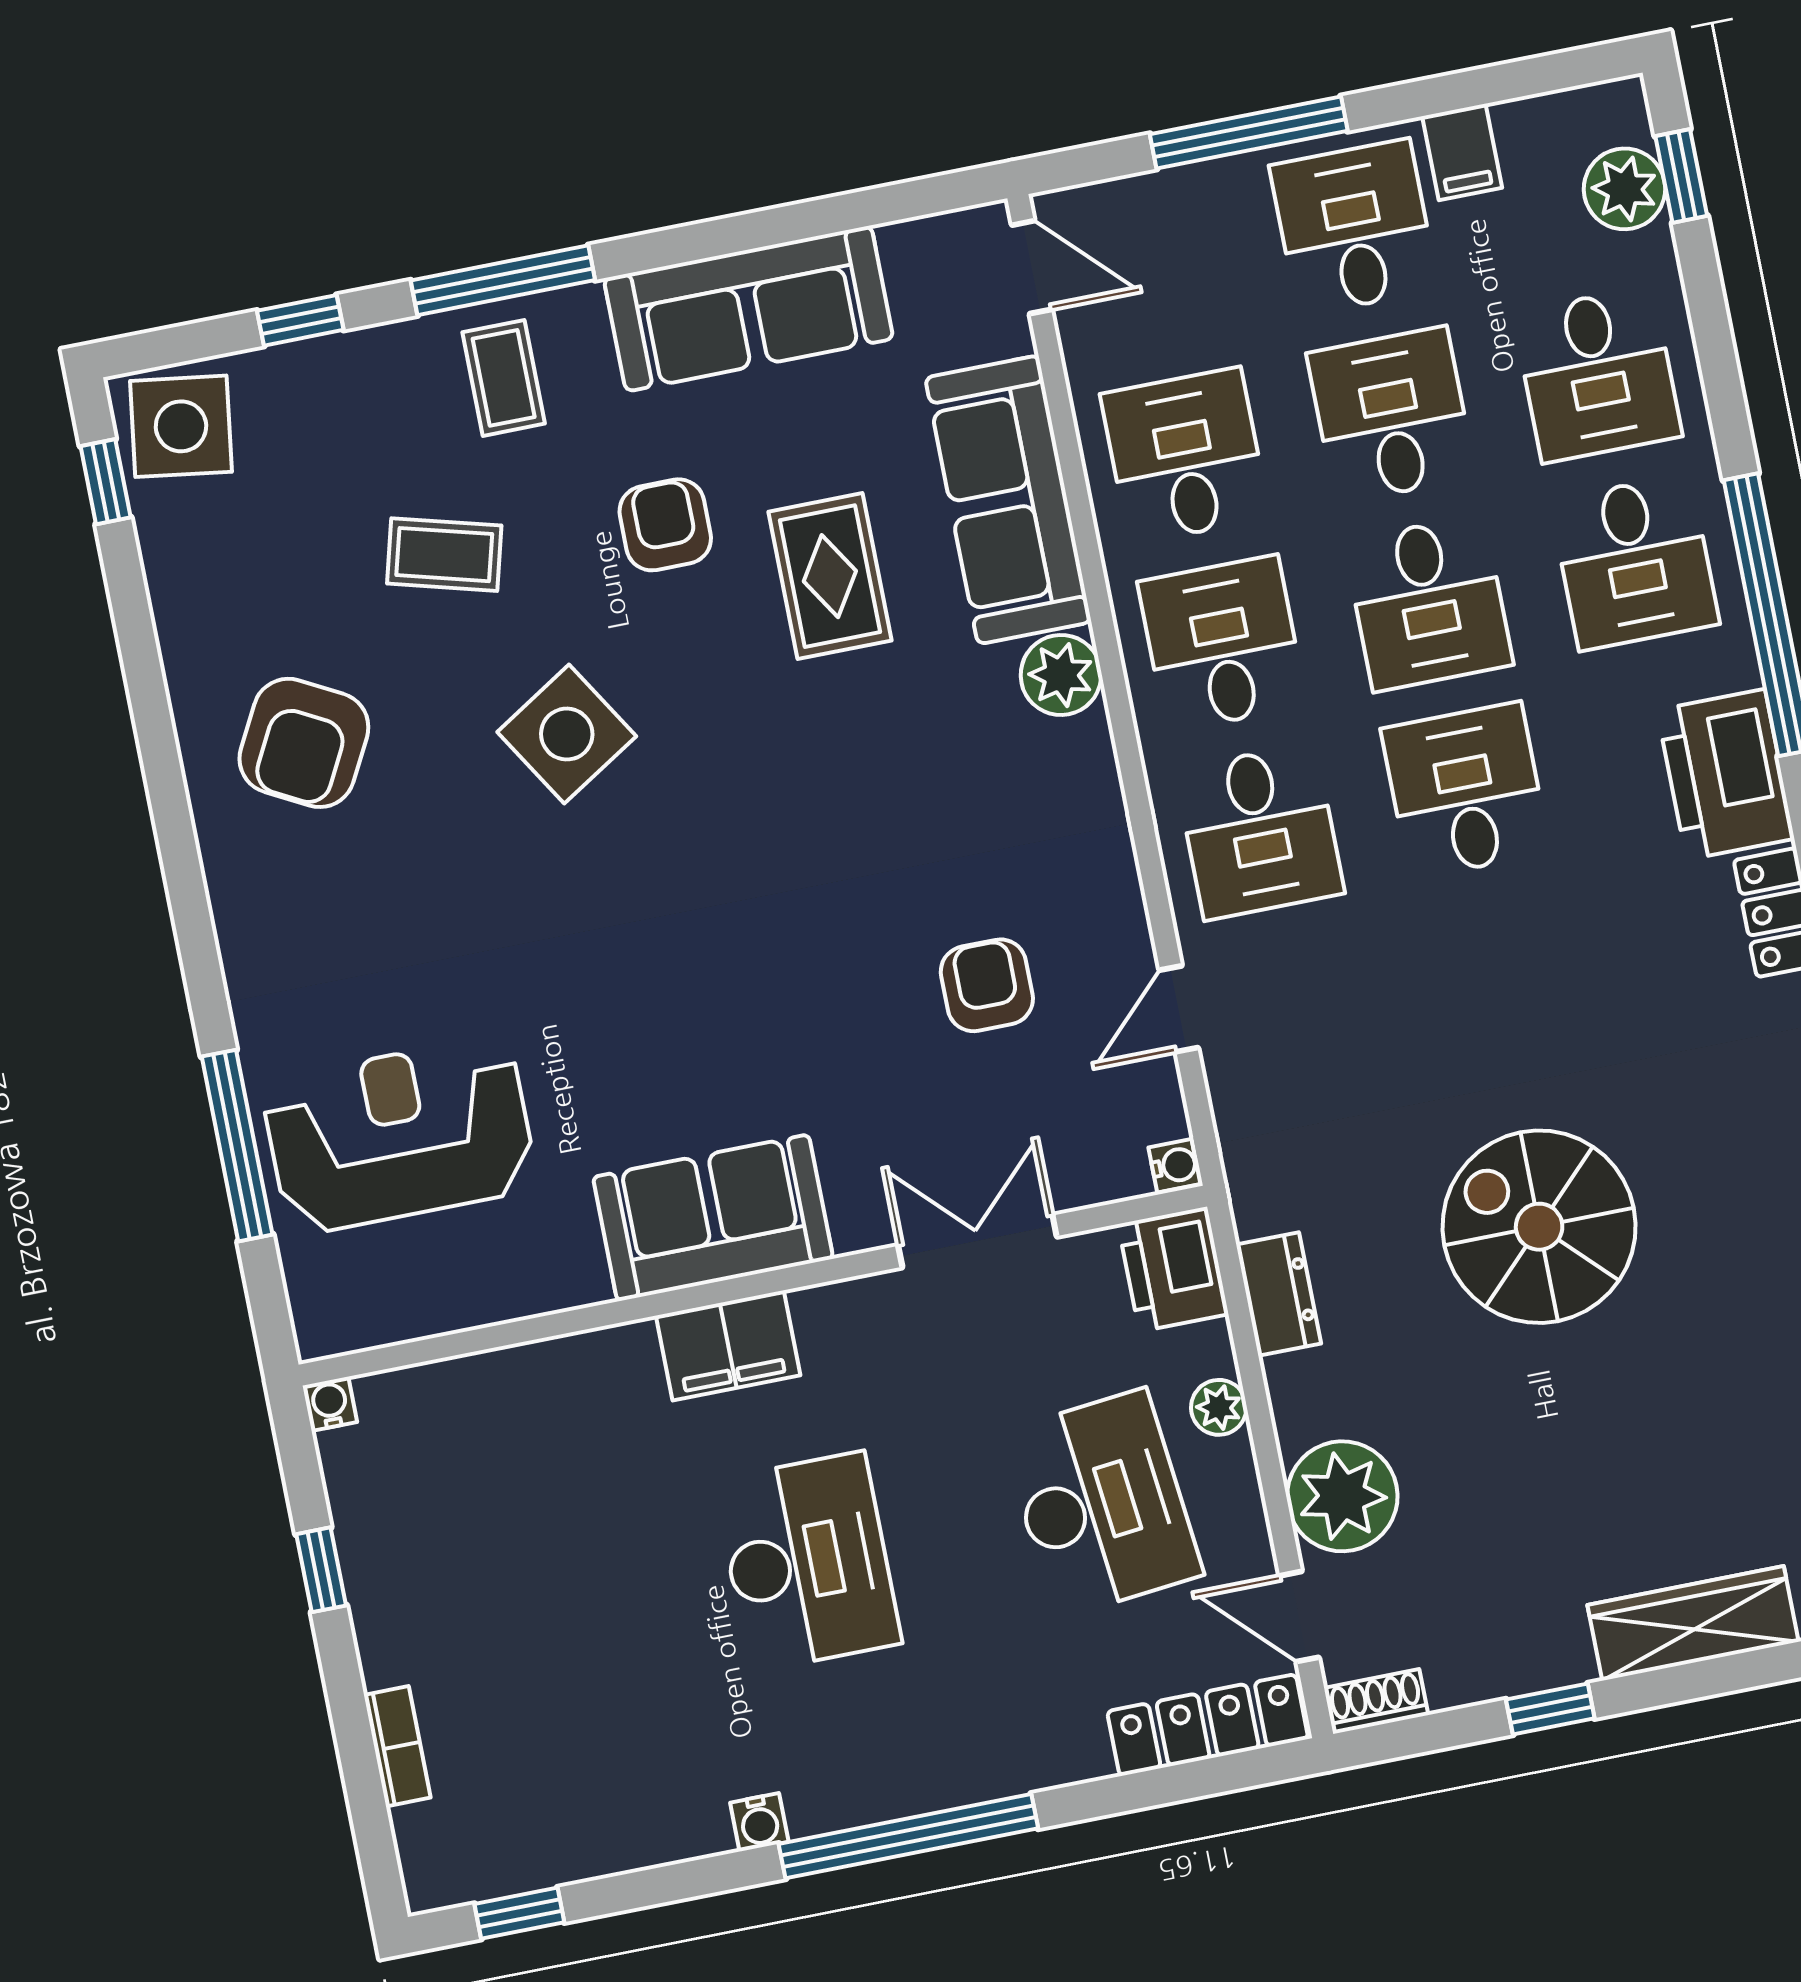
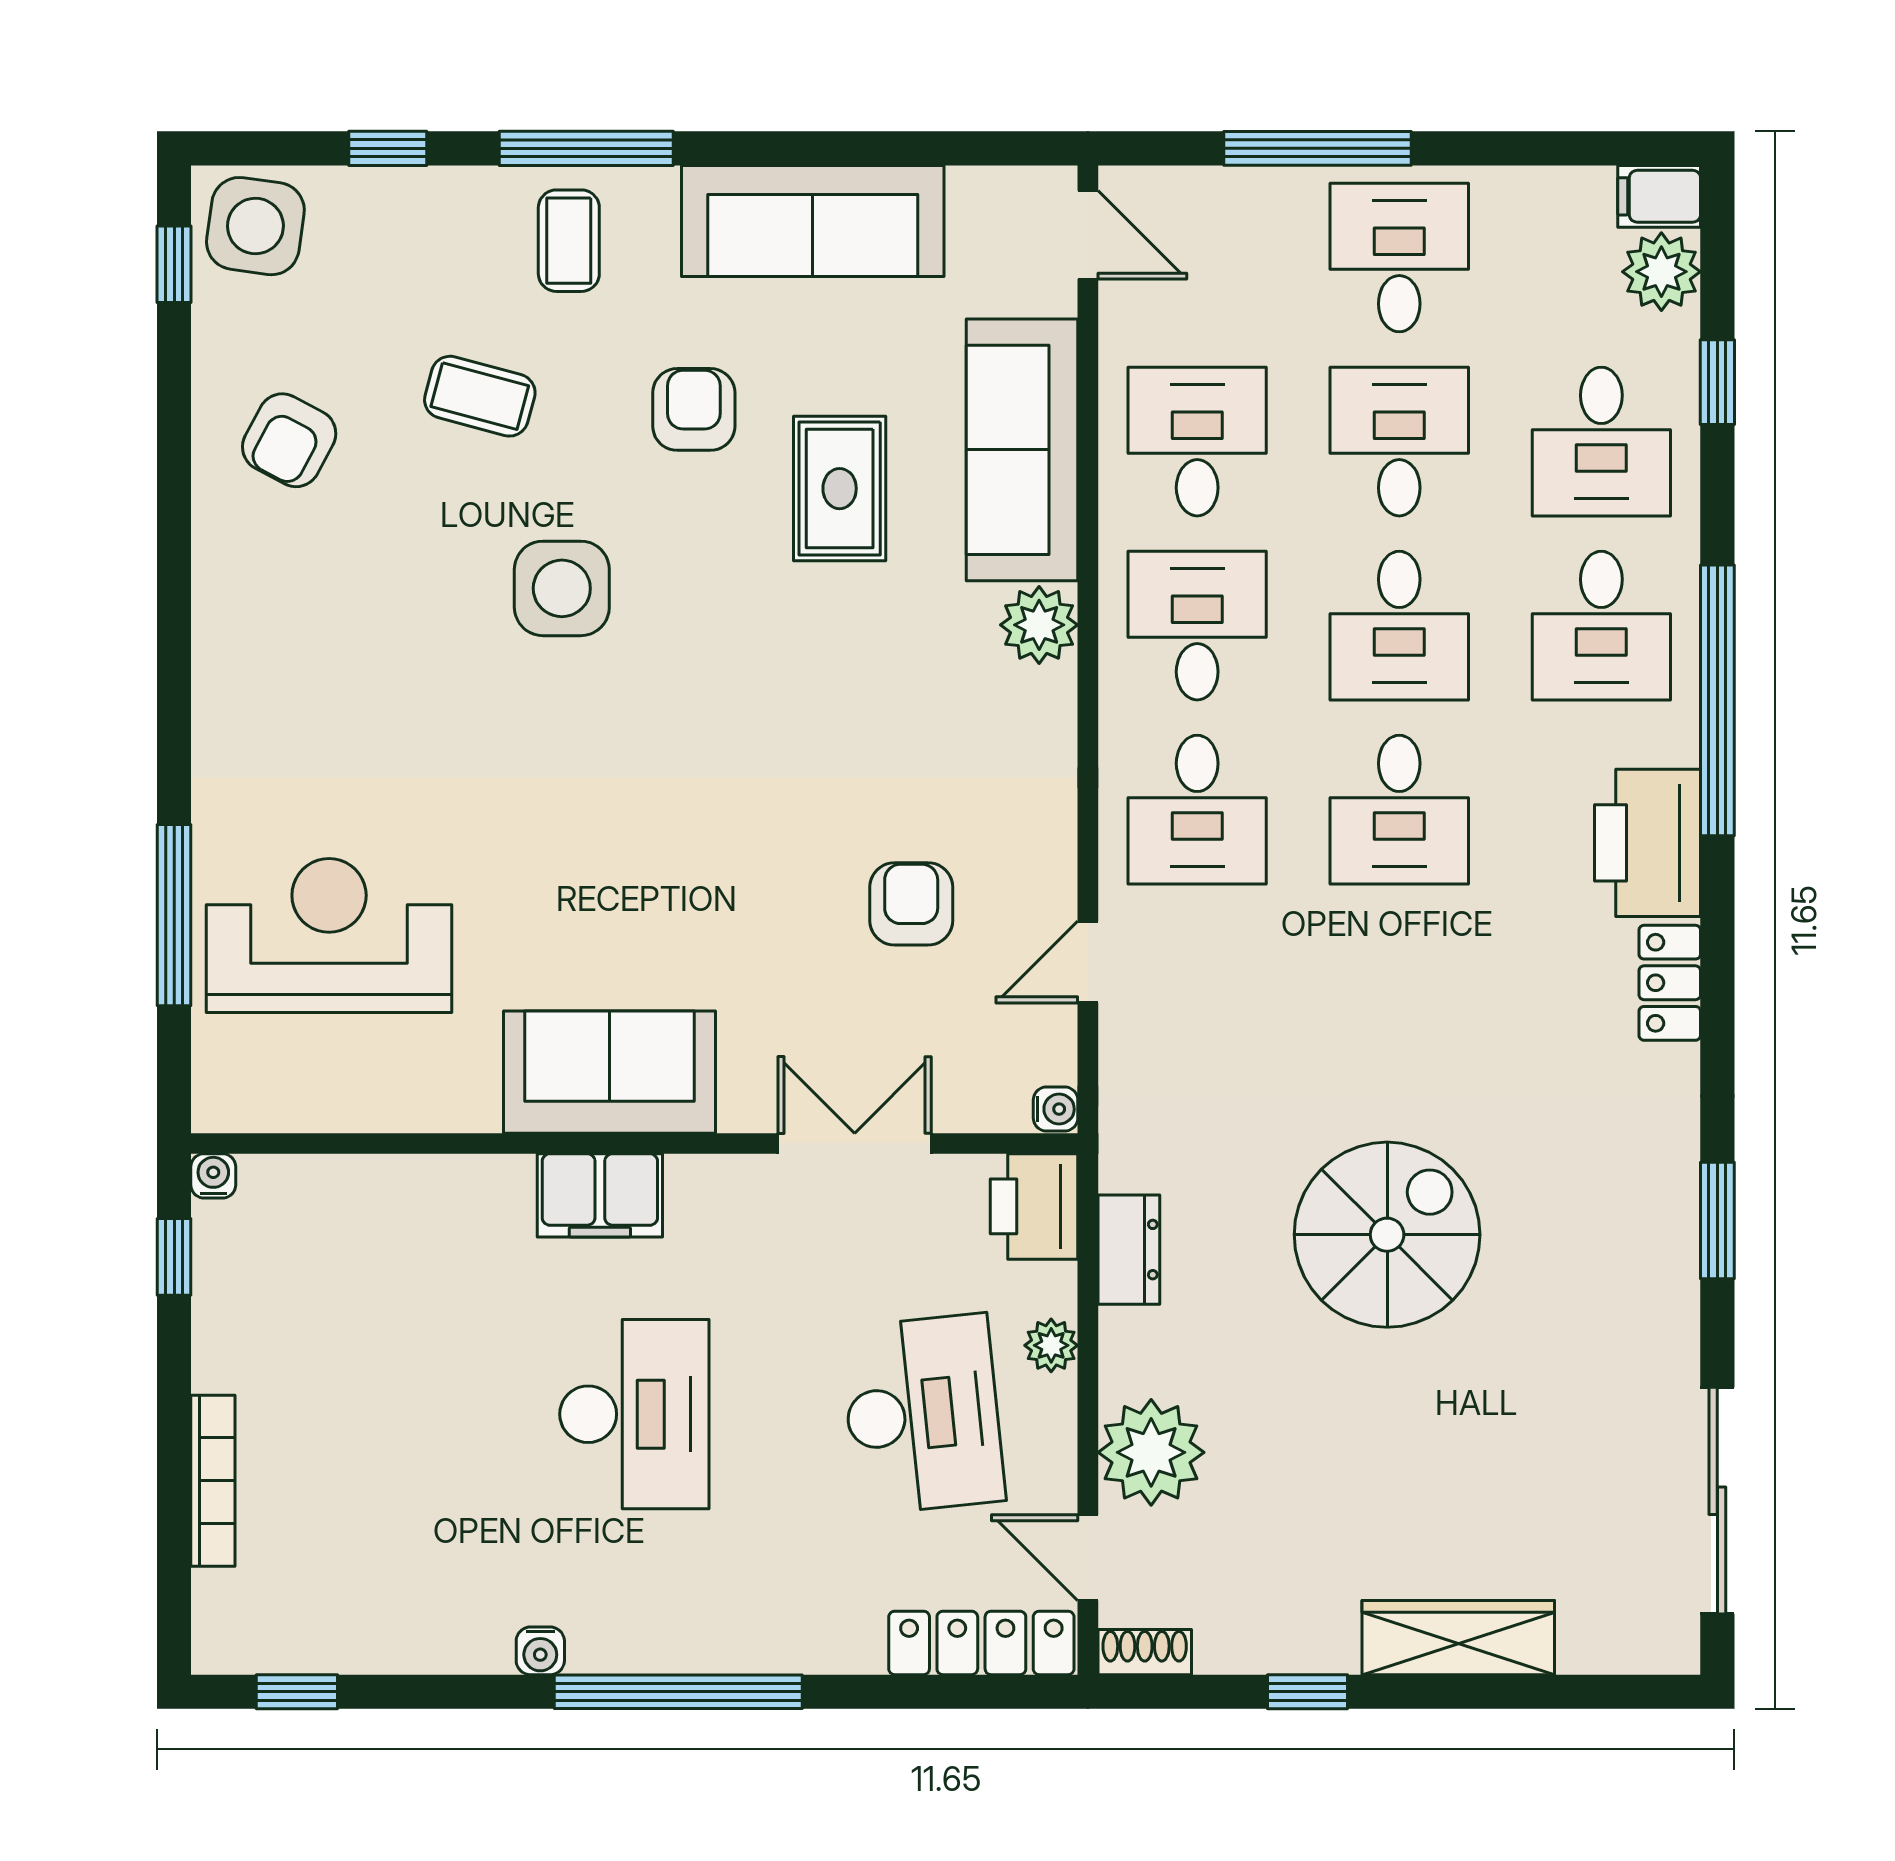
filing cabinet: (1462, 152) -> (1659, 196), moved, turned 90
window: (1681, 176) -> (1717, 382), moved
side table: (567, 734) -> (562, 588), turned 32
armchair: (304, 743) -> (289, 440), moved, width x0.72, depth x0.72
desk: (1466, 791) -> (1399, 810), turned 180
spiral stairs: (1539, 1227) -> (1387, 1235), turned 90
window: (321, 1570) -> (174, 1257), moved
bookcase: (397, 1746) -> (213, 1481), width x1.56

